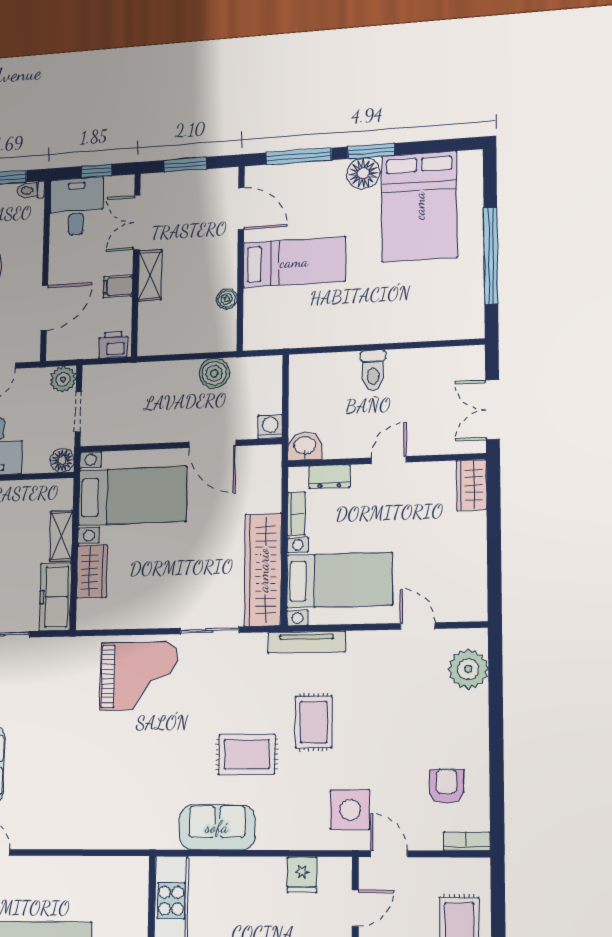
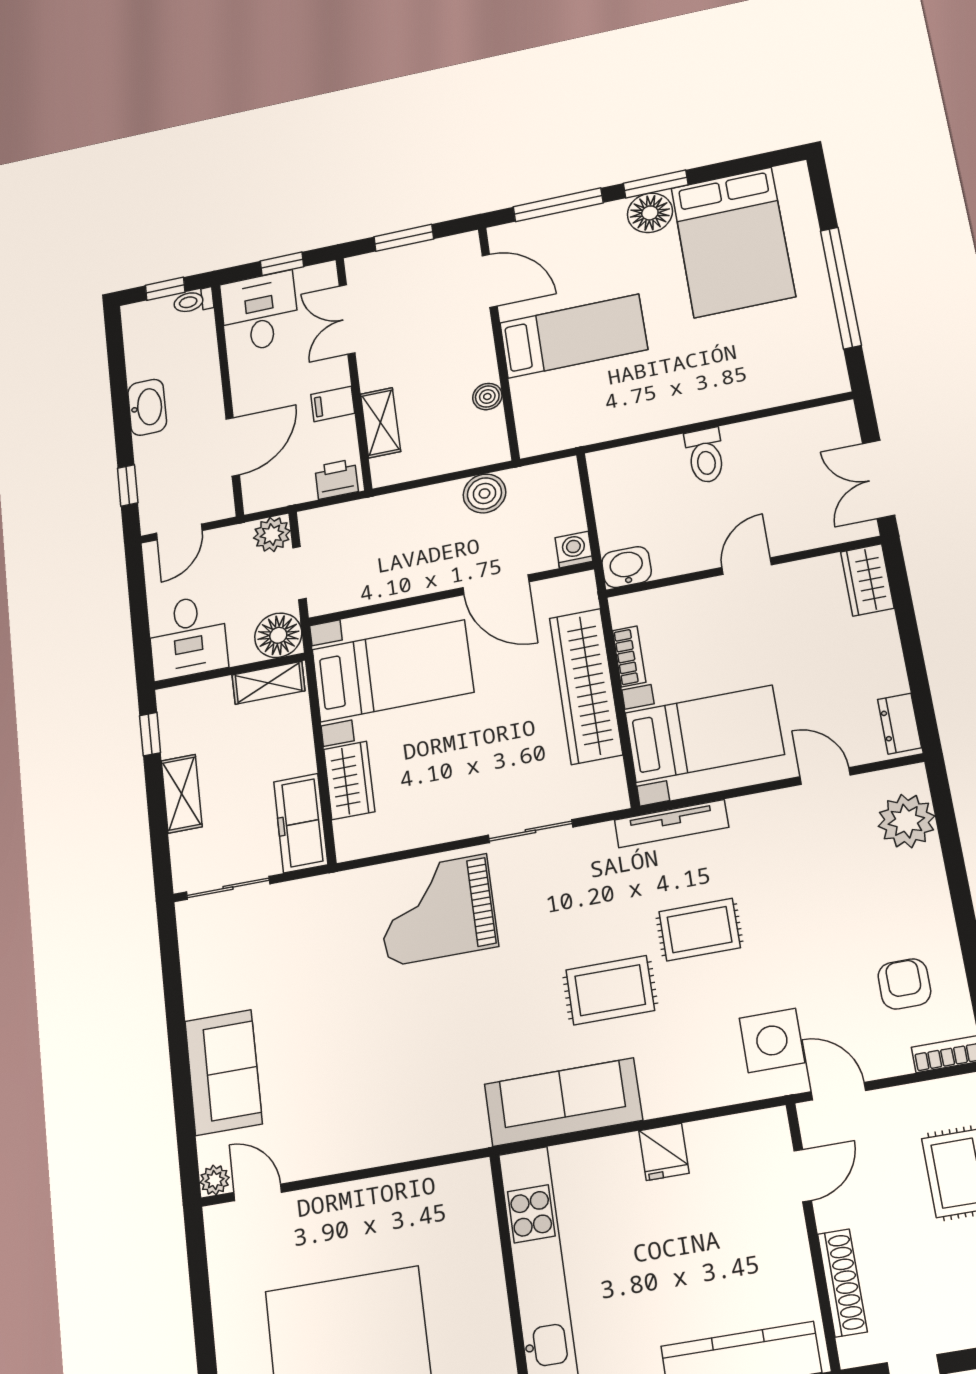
shelving: (150, 275) -> (380, 423), moved
floor lamp: (62, 460) -> (278, 635), width x1.38, depth x1.38
dresser: (329, 477) -> (899, 724), moved, turned 90
shelving: (61, 536) -> (268, 683), moved, turned 90
wardrobe: (263, 570) -> (586, 686), moved
grand piano: (139, 676) -> (437, 910), turned 180
rug: (314, 722) -> (699, 930), turned 90
sofa: (217, 827) -> (563, 1102), width x1.36
fridge: (302, 875) -> (664, 1152), moved

